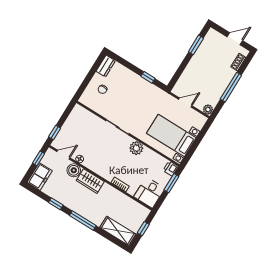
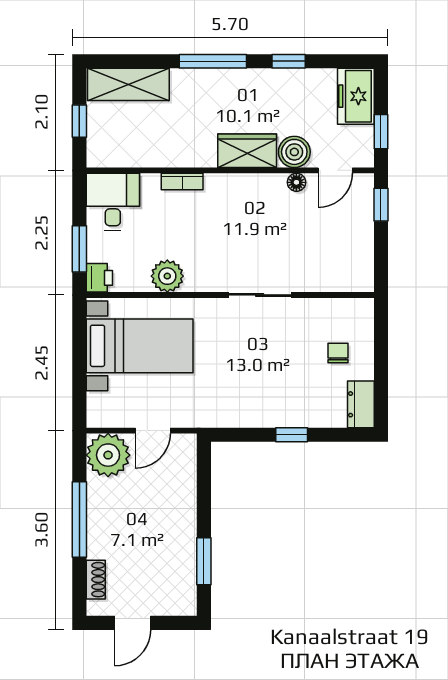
window: (148, 77) -> (292, 435), moved
plant: (208, 110) -> (108, 455), width x1.87, depth x1.87
plant: (136, 148) -> (167, 276), moved

